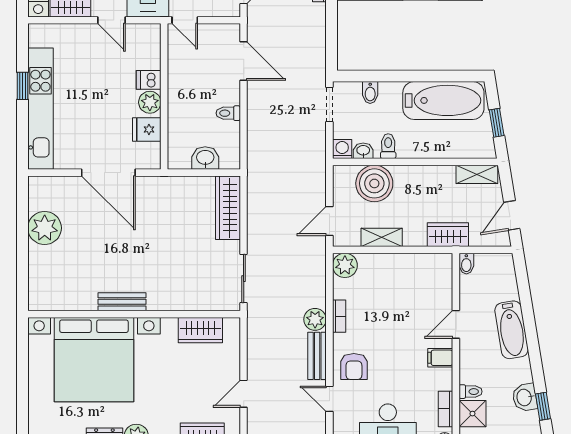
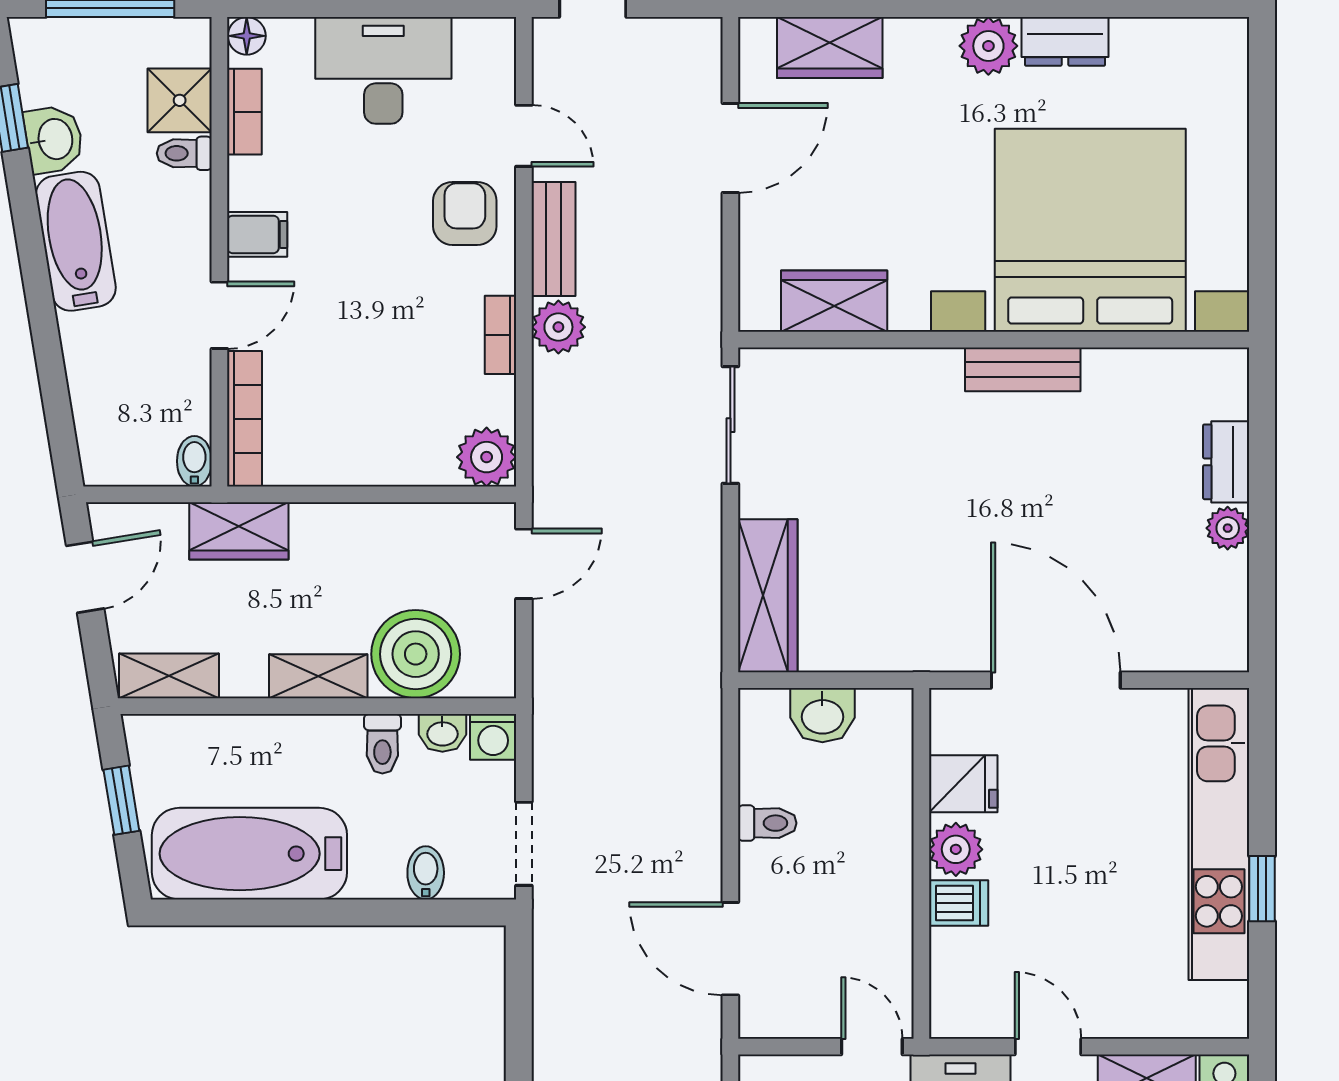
plant: (45, 228) -> (1228, 528), width x0.53, depth x0.53
shelving: (382, 237) -> (318, 676), moved
dresser: (37, 263) -> (1226, 462), added
bookcase: (445, 281) -> (245, 419), added
bathtub: (511, 330) -> (76, 241), moved
door: (244, 394) -> (730, 148), width x1.38

